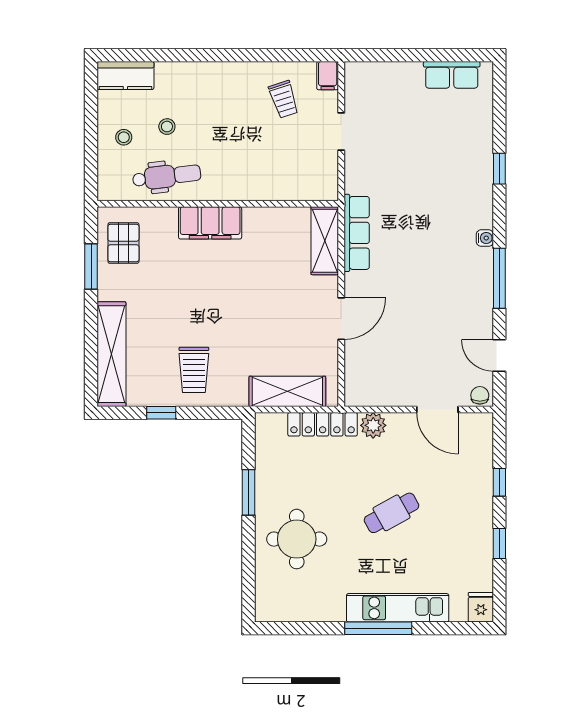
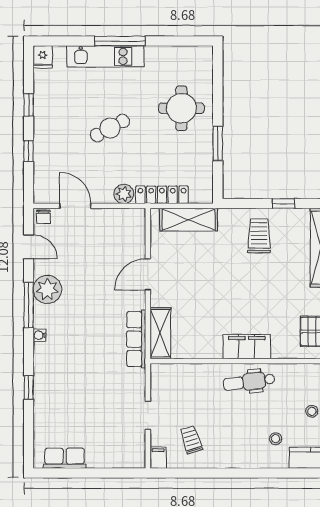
stool: (167, 127) -> (276, 439), moved
dental chair: (167, 176) -> (249, 382), moved
plant: (475, 299) -> (47, 289), added

